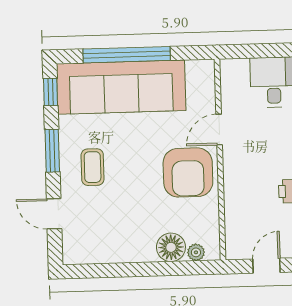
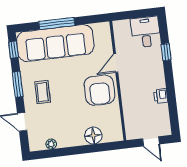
window: (127, 55) -> (57, 24), width x0.68
plant: (196, 252) -> (51, 144), moved
door: (267, 266) -> (151, 141), swing flipped

